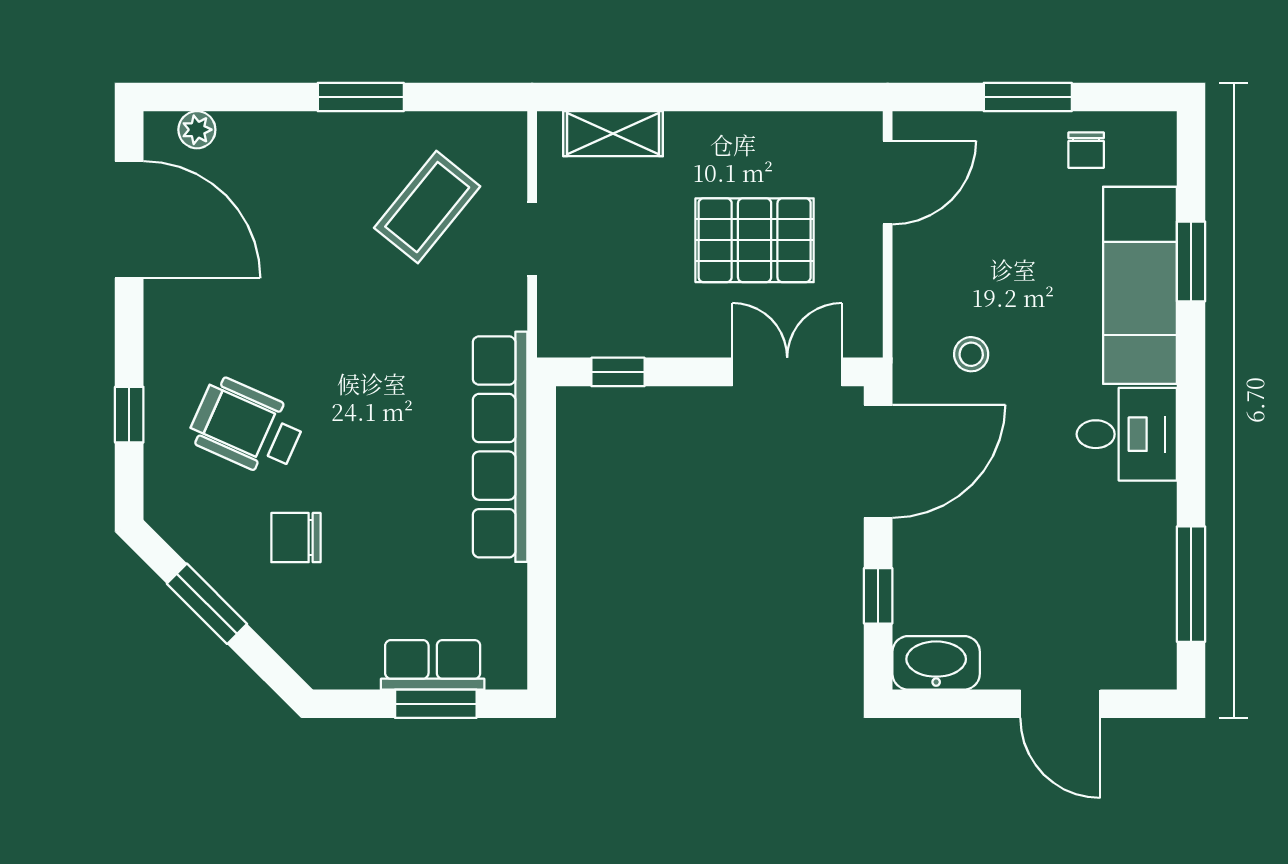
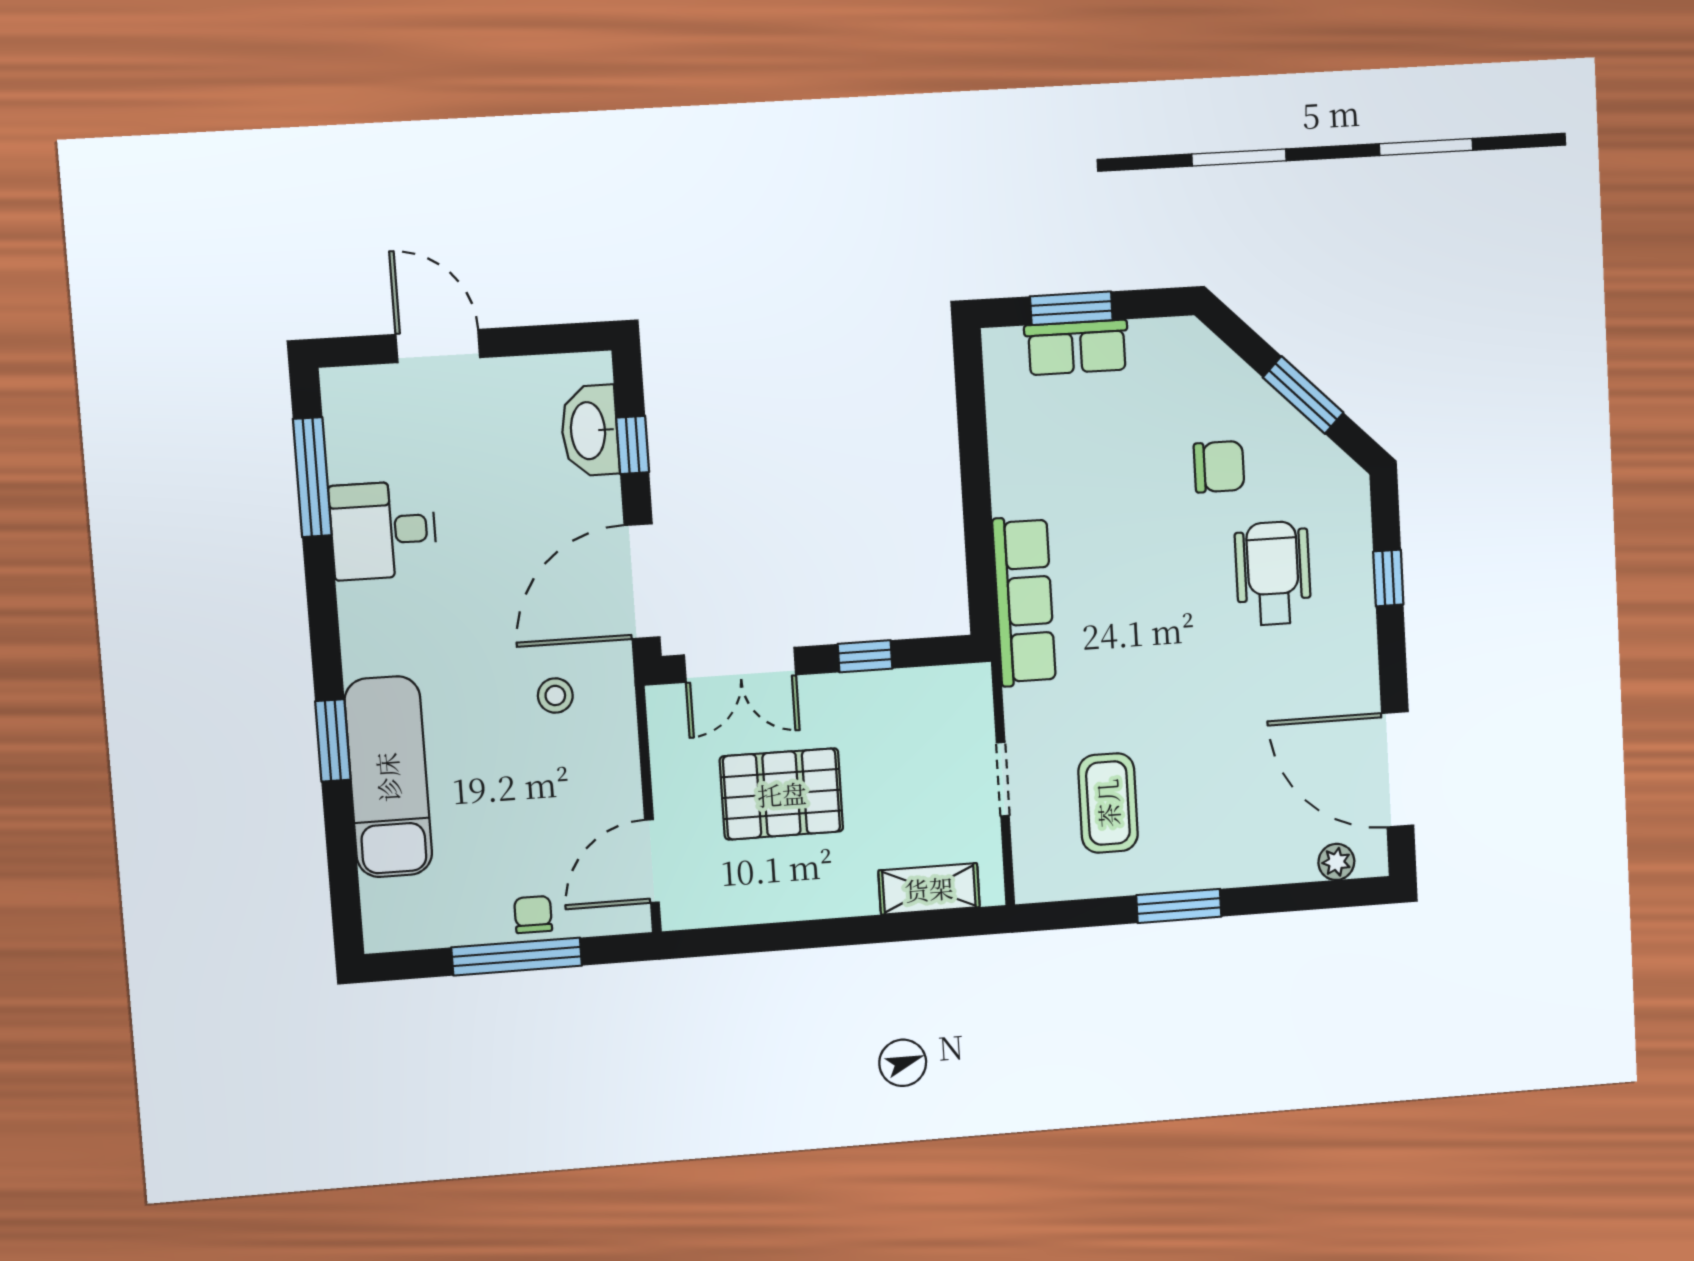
window: (1028, 97) -> (517, 957), width x1.44
chair: (1086, 150) -> (533, 914), moved
coffee table: (427, 207) -> (1108, 803), turned -39
window: (1191, 261) -> (333, 740), moved
window: (618, 372) -> (865, 656), moved
wheelchair: (247, 427) -> (1273, 573), turned -114
desk: (1127, 434) -> (383, 530), moved
row of seats: (500, 447) -> (1024, 601), width x0.73
washbasin: (936, 663) -> (590, 431), moved, turned 90

